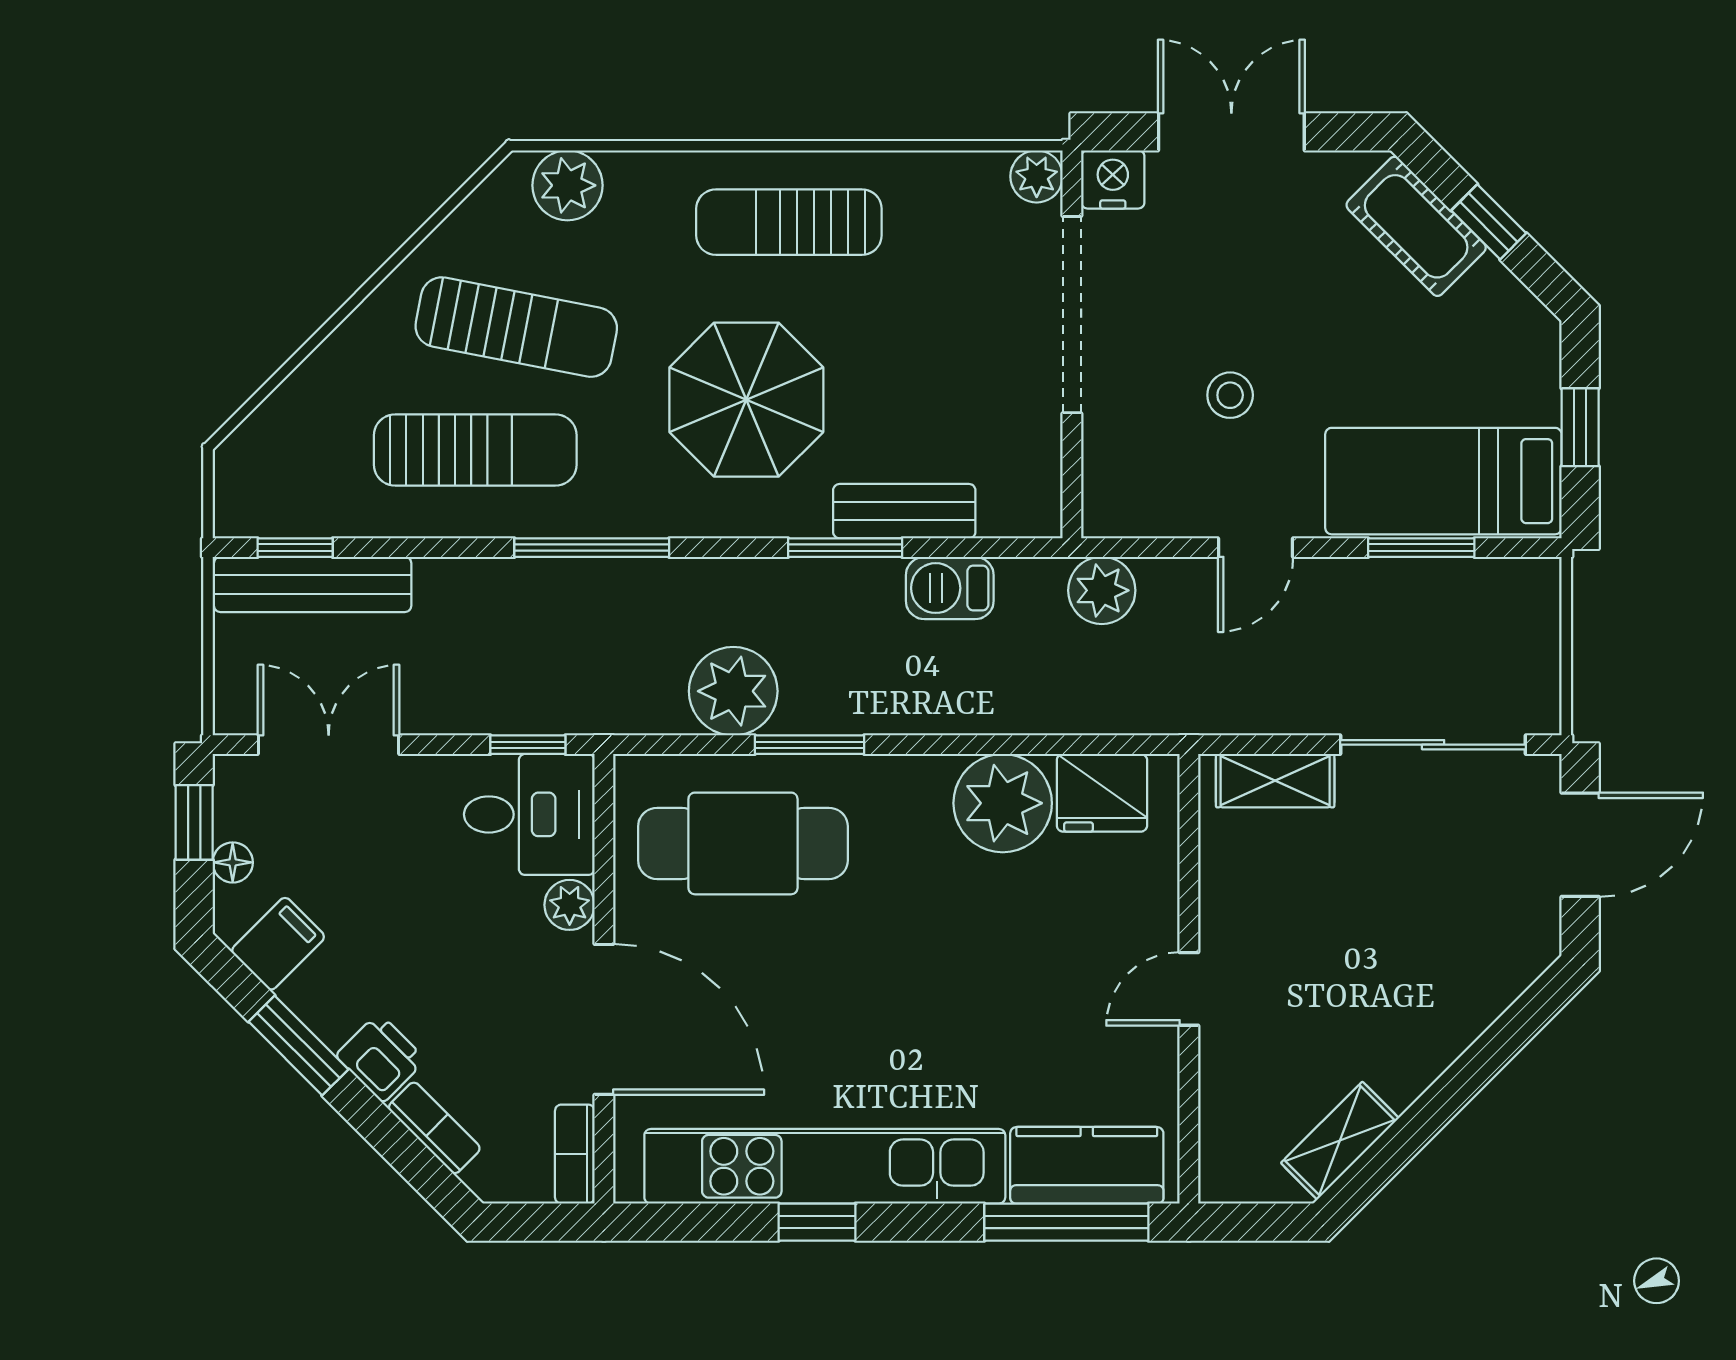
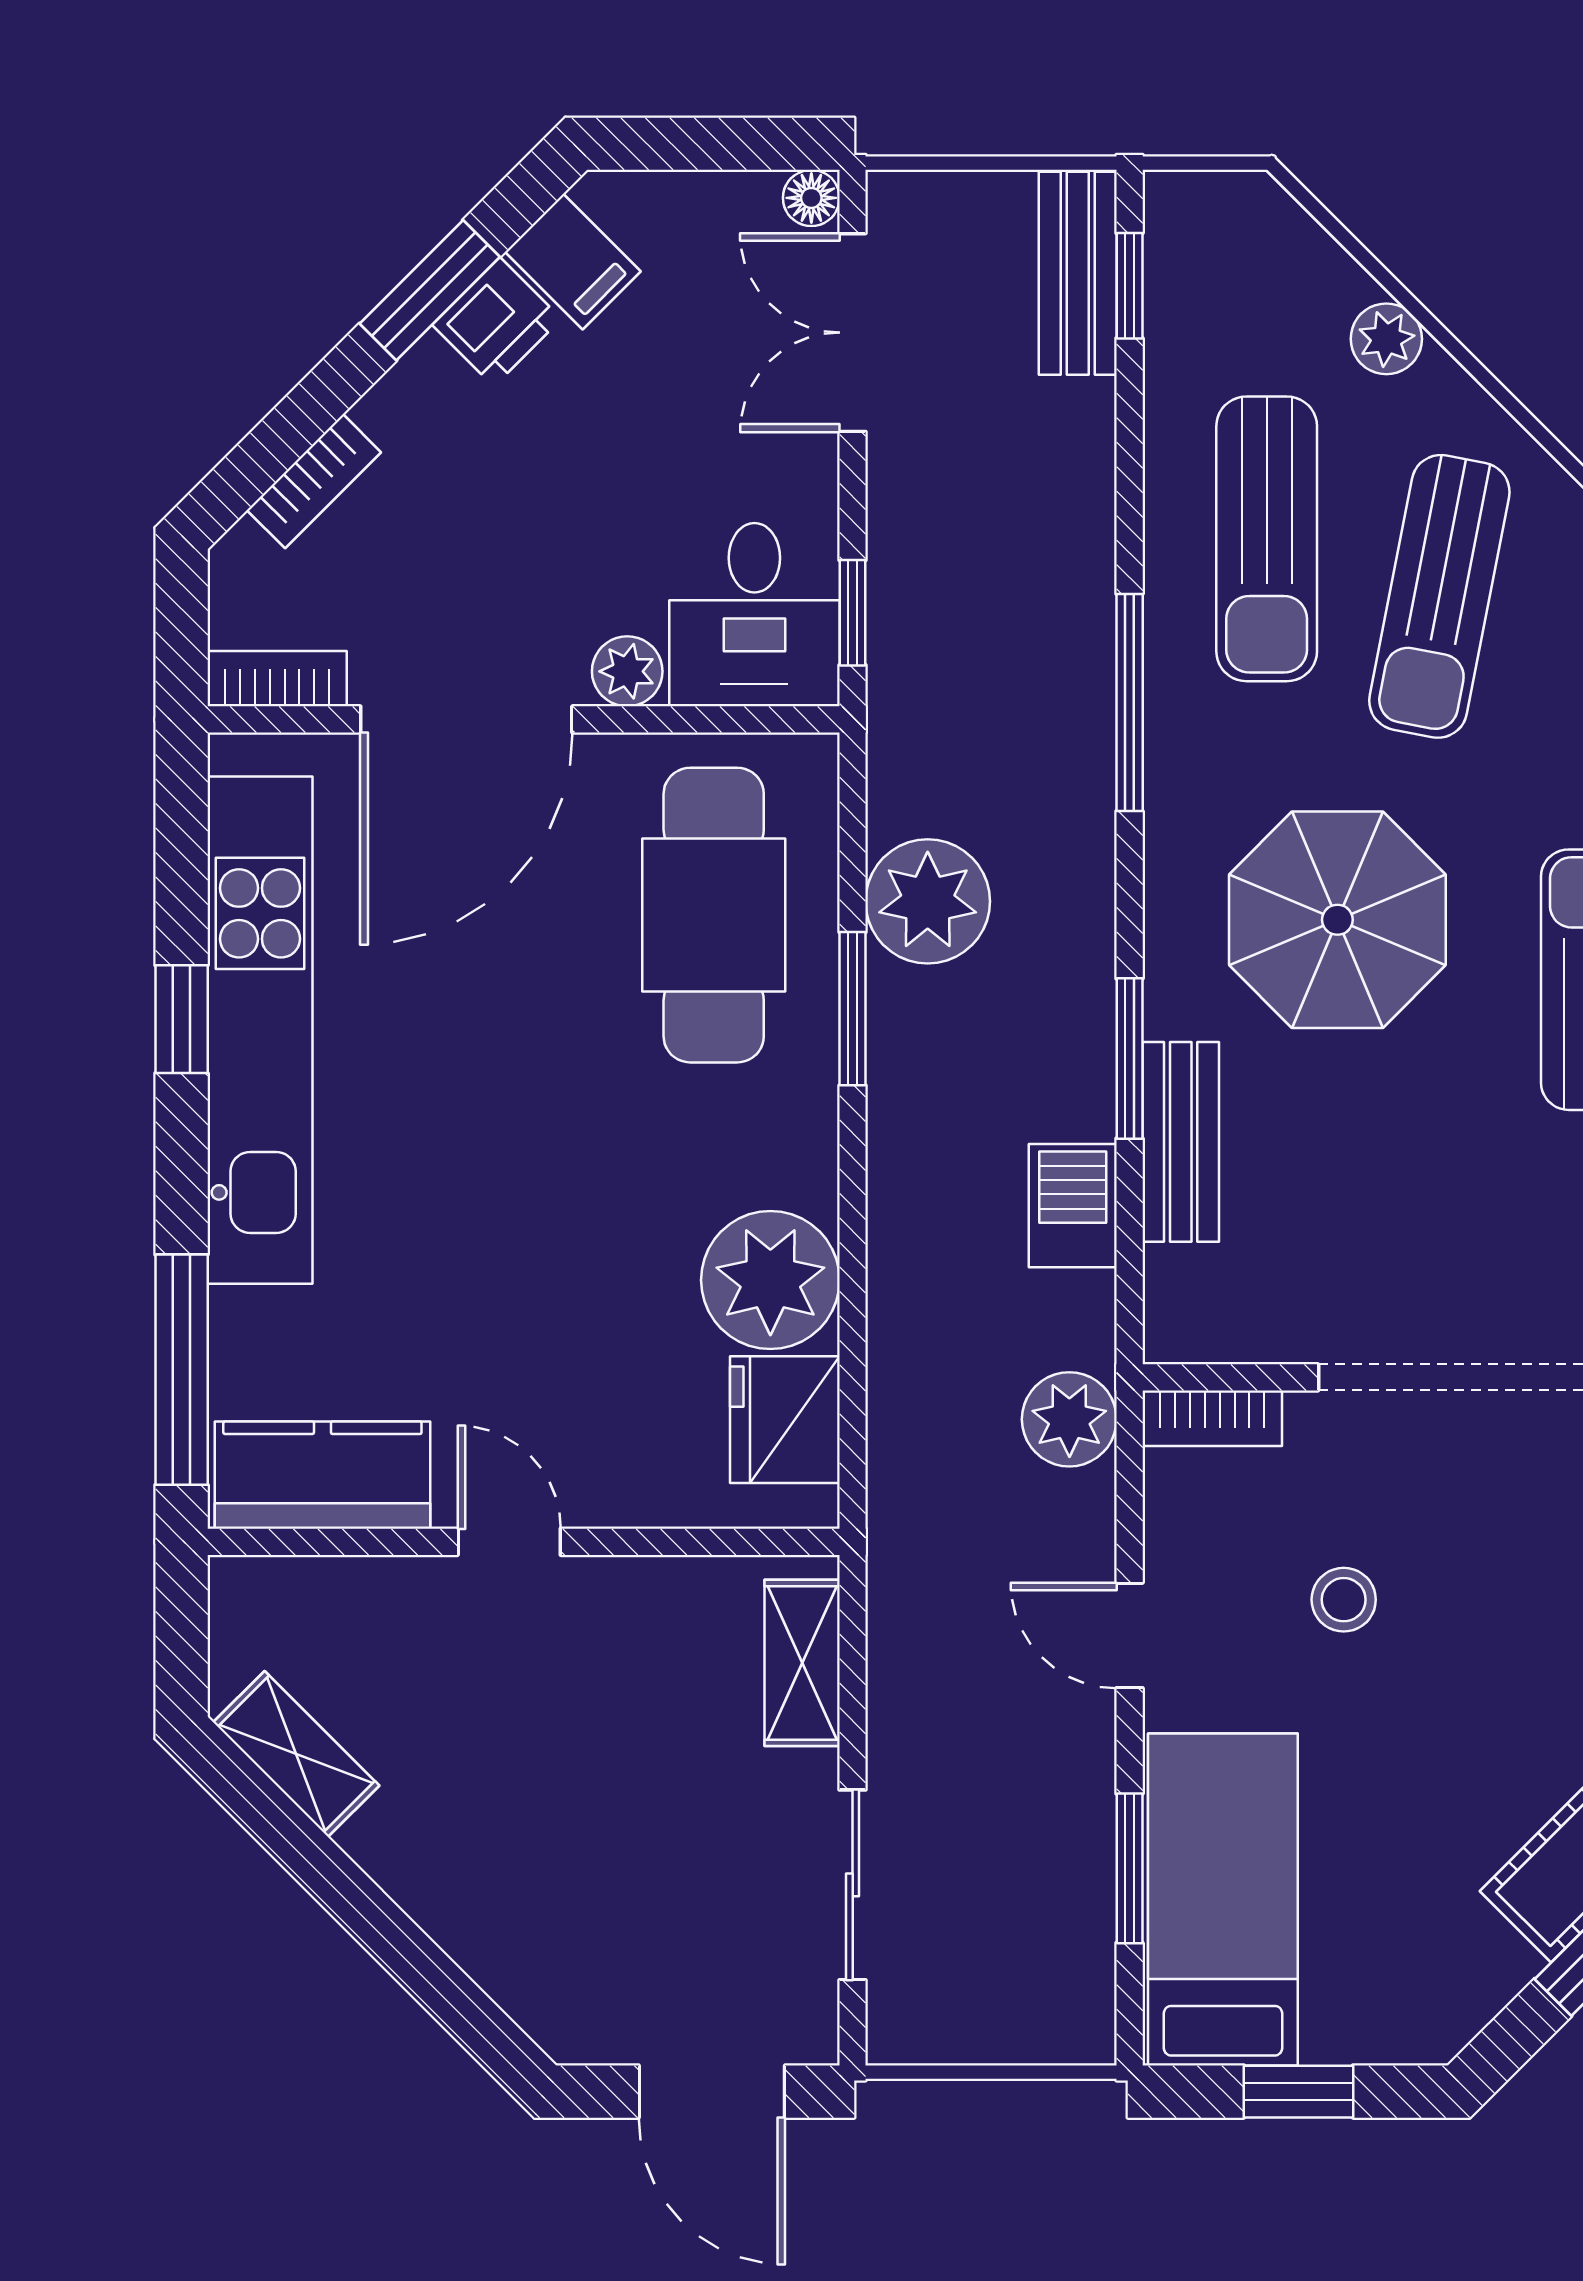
plant: (333, 365) -> (1386, 339), added
bookcase: (1101, 489) -> (1212, 1418), added
bench: (313, 584) -> (1078, 273), width x0.73
double door: (329, 745) -> (853, 333), swing flipped
sliding door: (1433, 745) -> (853, 1885), width x0.73
window: (194, 822) -> (743, 144), removed
floor lamp: (233, 862) -> (811, 198), moved
printer: (381, 1058) -> (497, 322), moved
kitchen counter: (1087, 1165) -> (322, 1475), moved, turned -90

